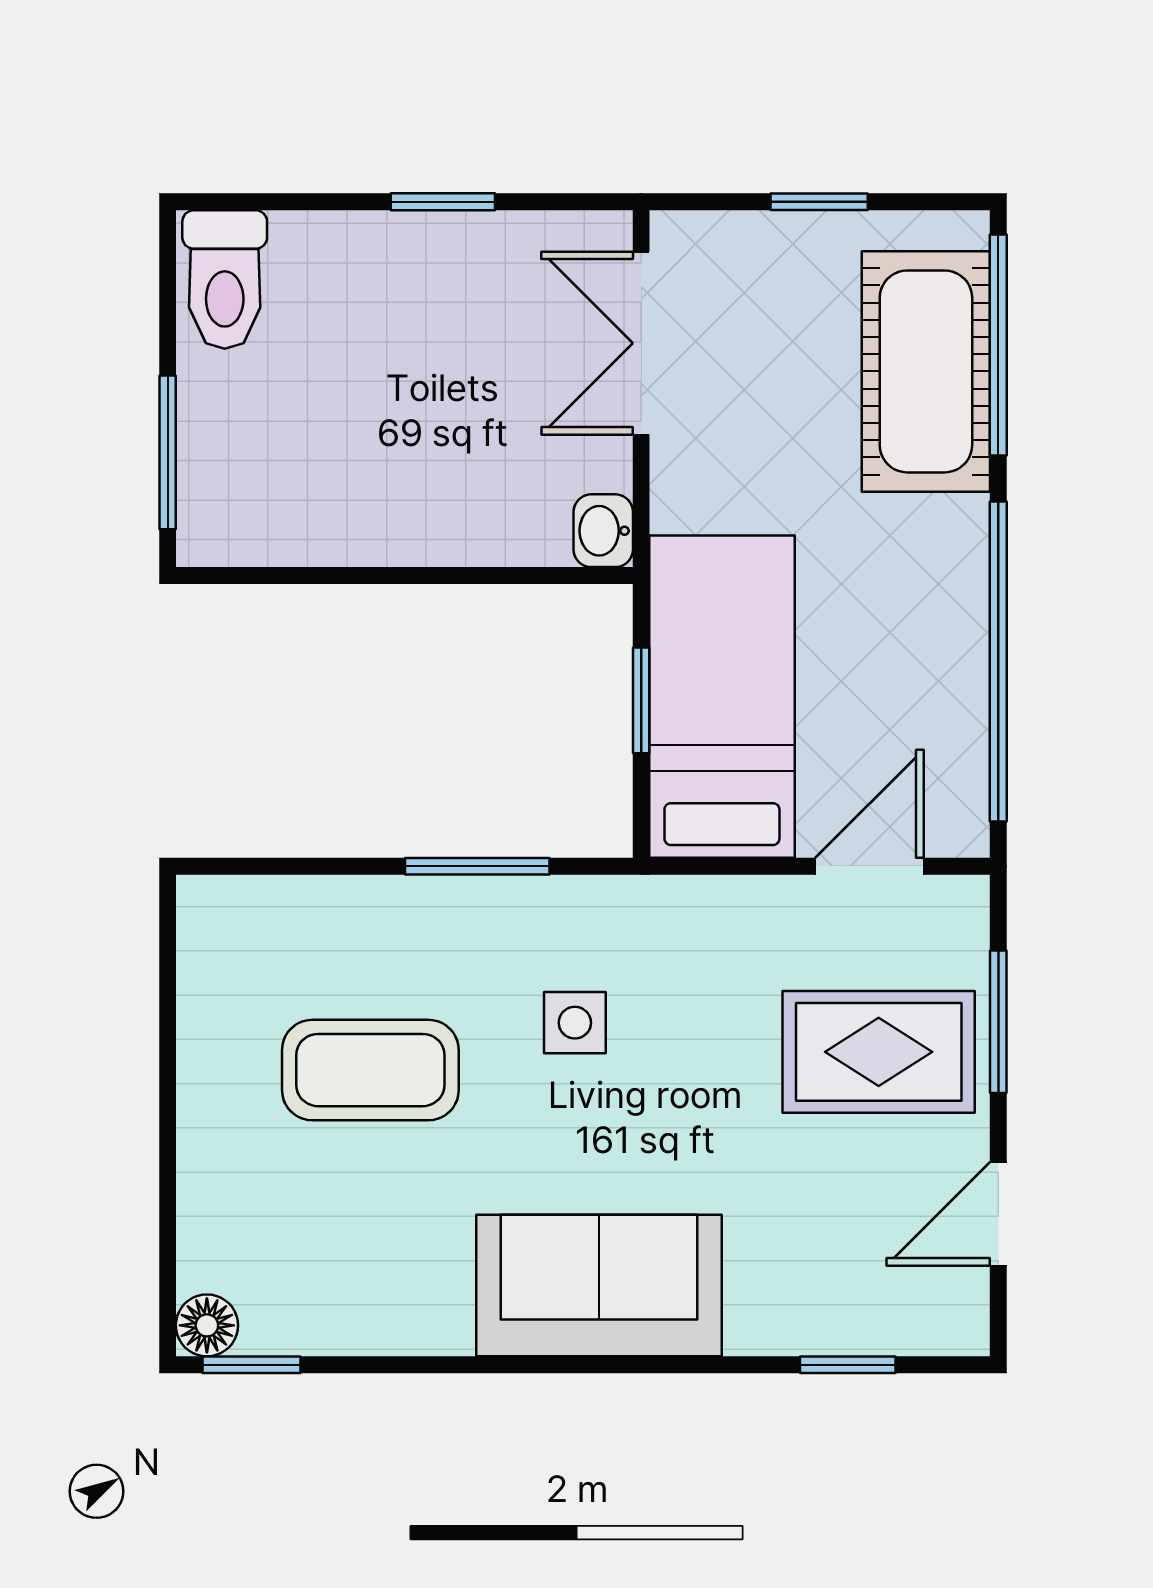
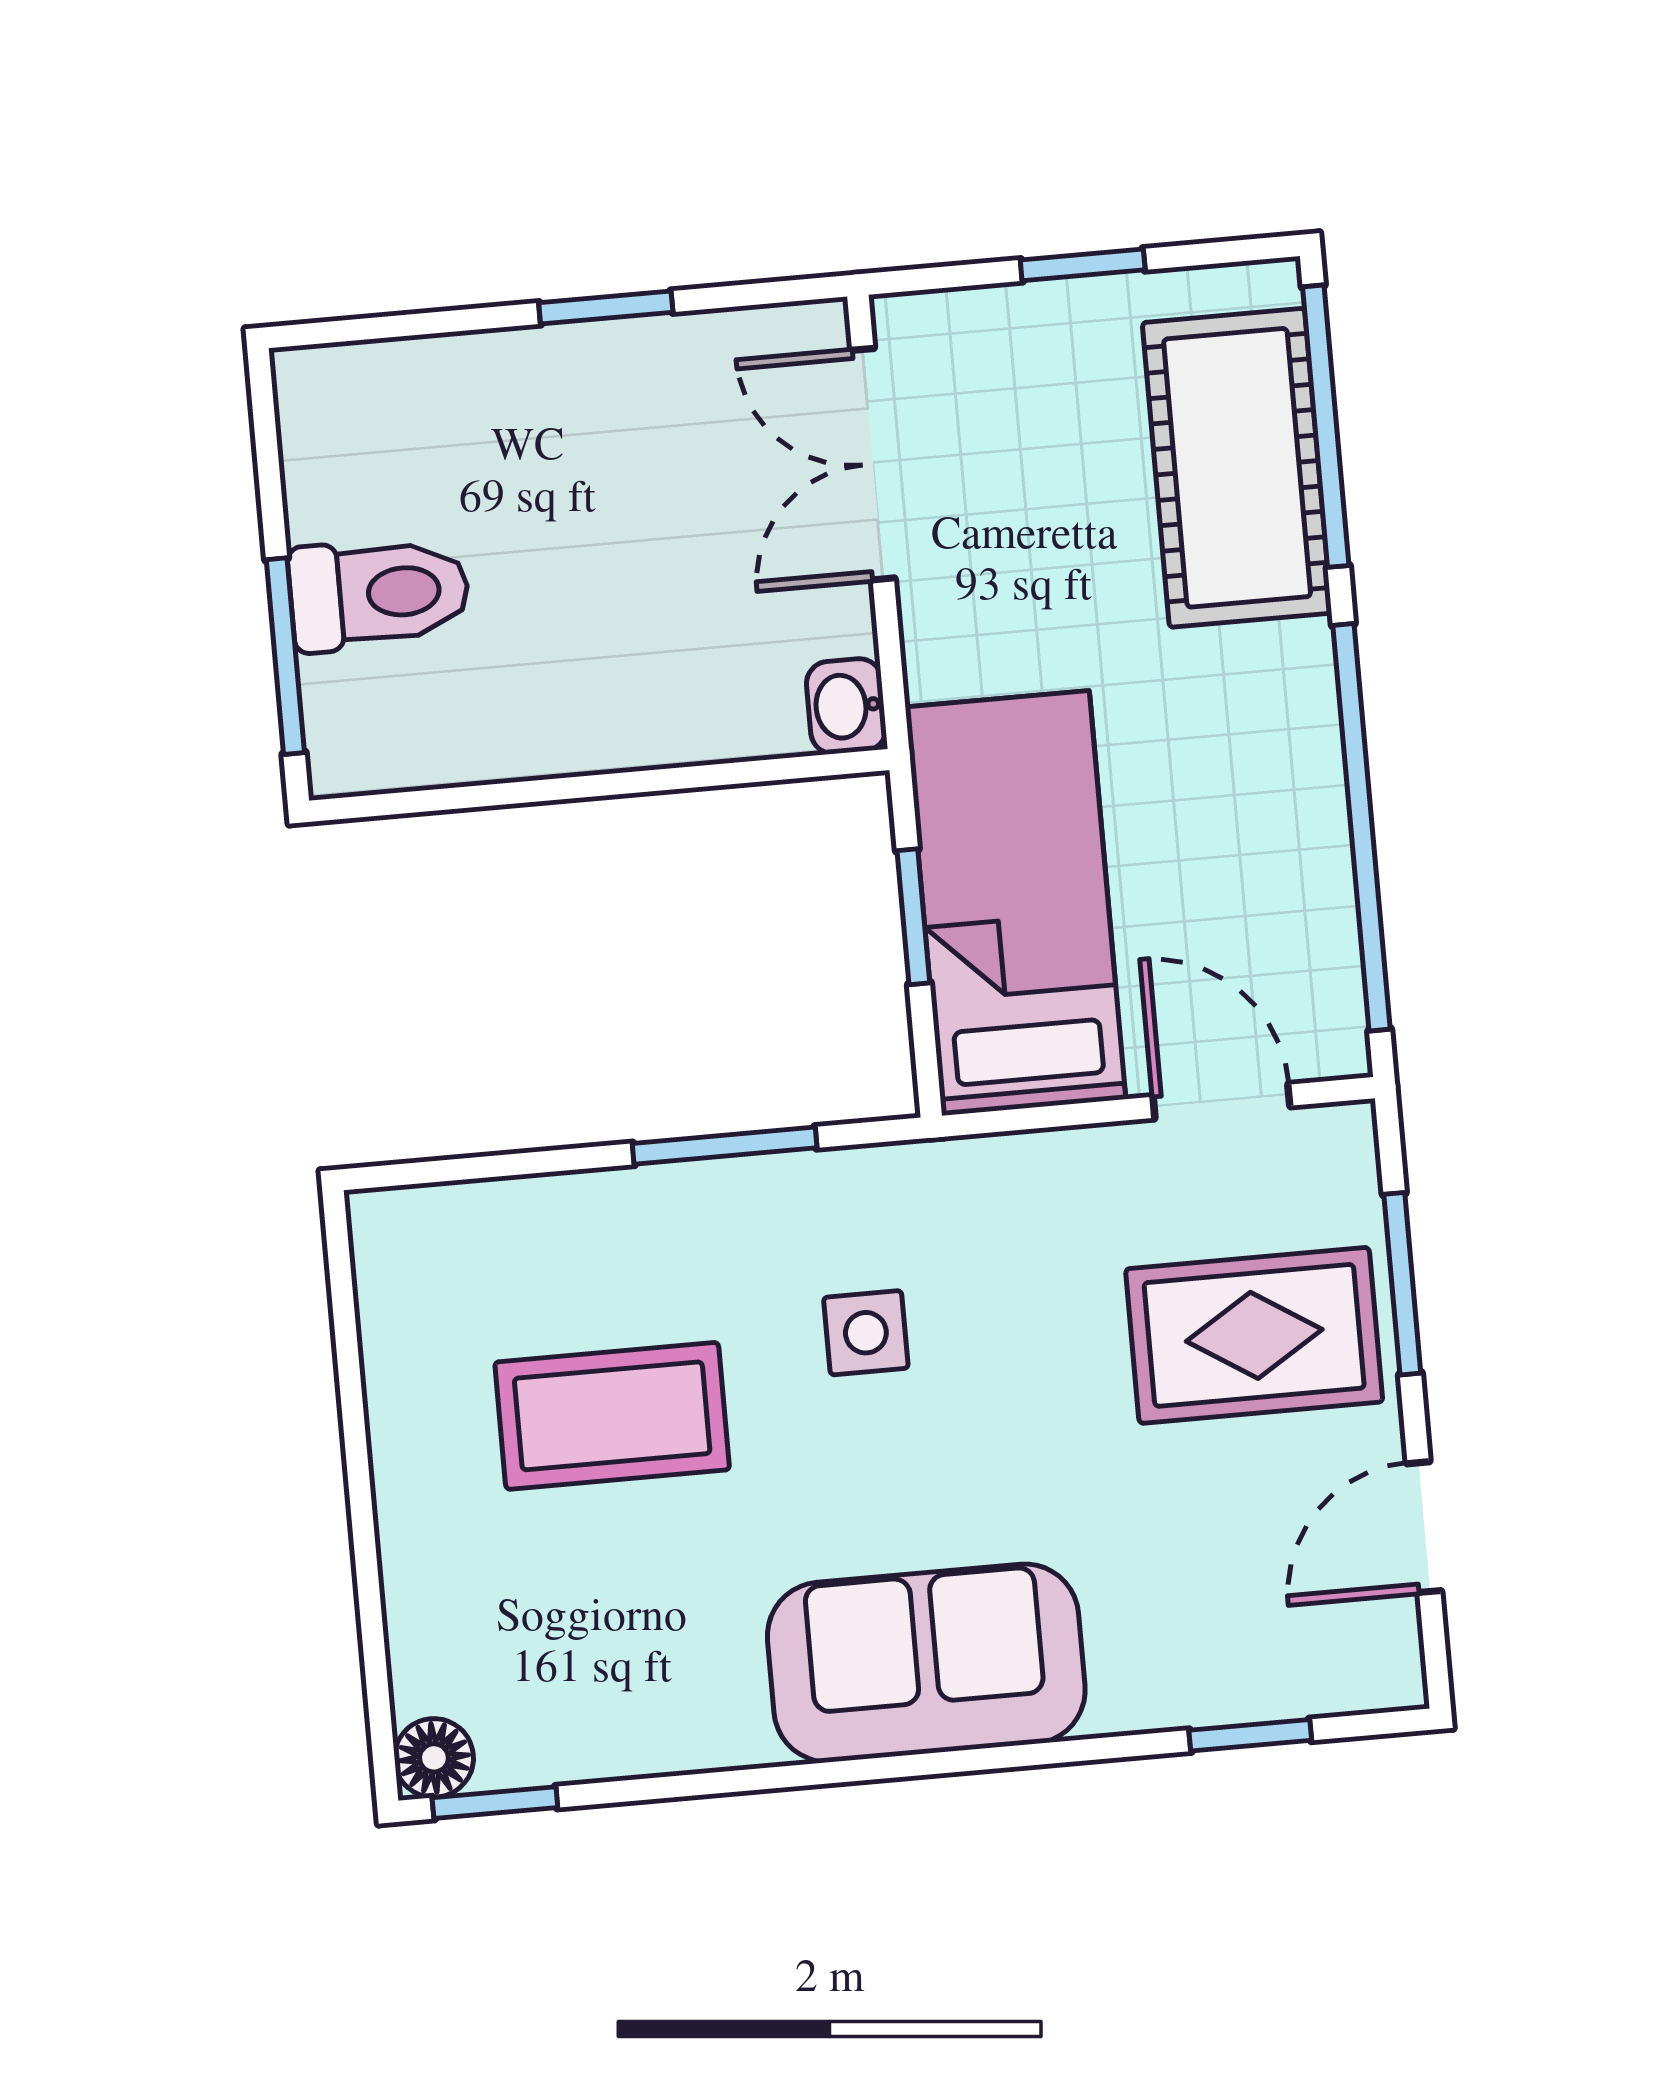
toilet: (225, 280) -> (379, 594), moved, turned -90
door: (869, 866) -> (1221, 1101), hinge flipped

